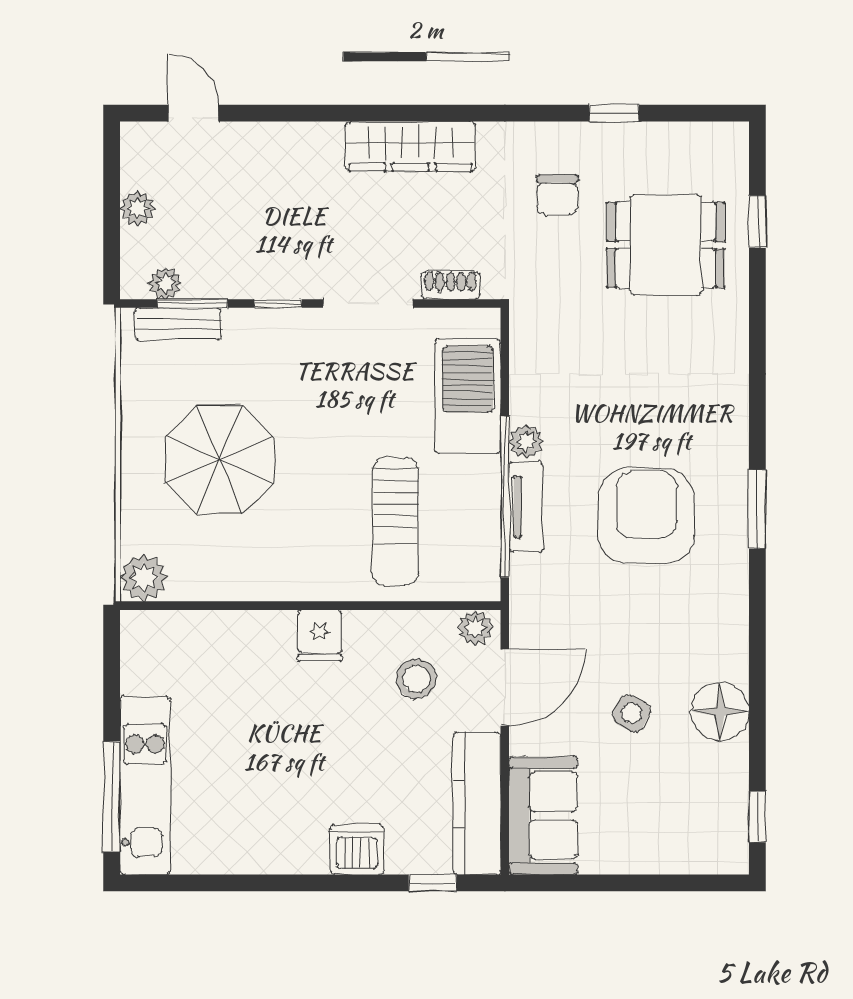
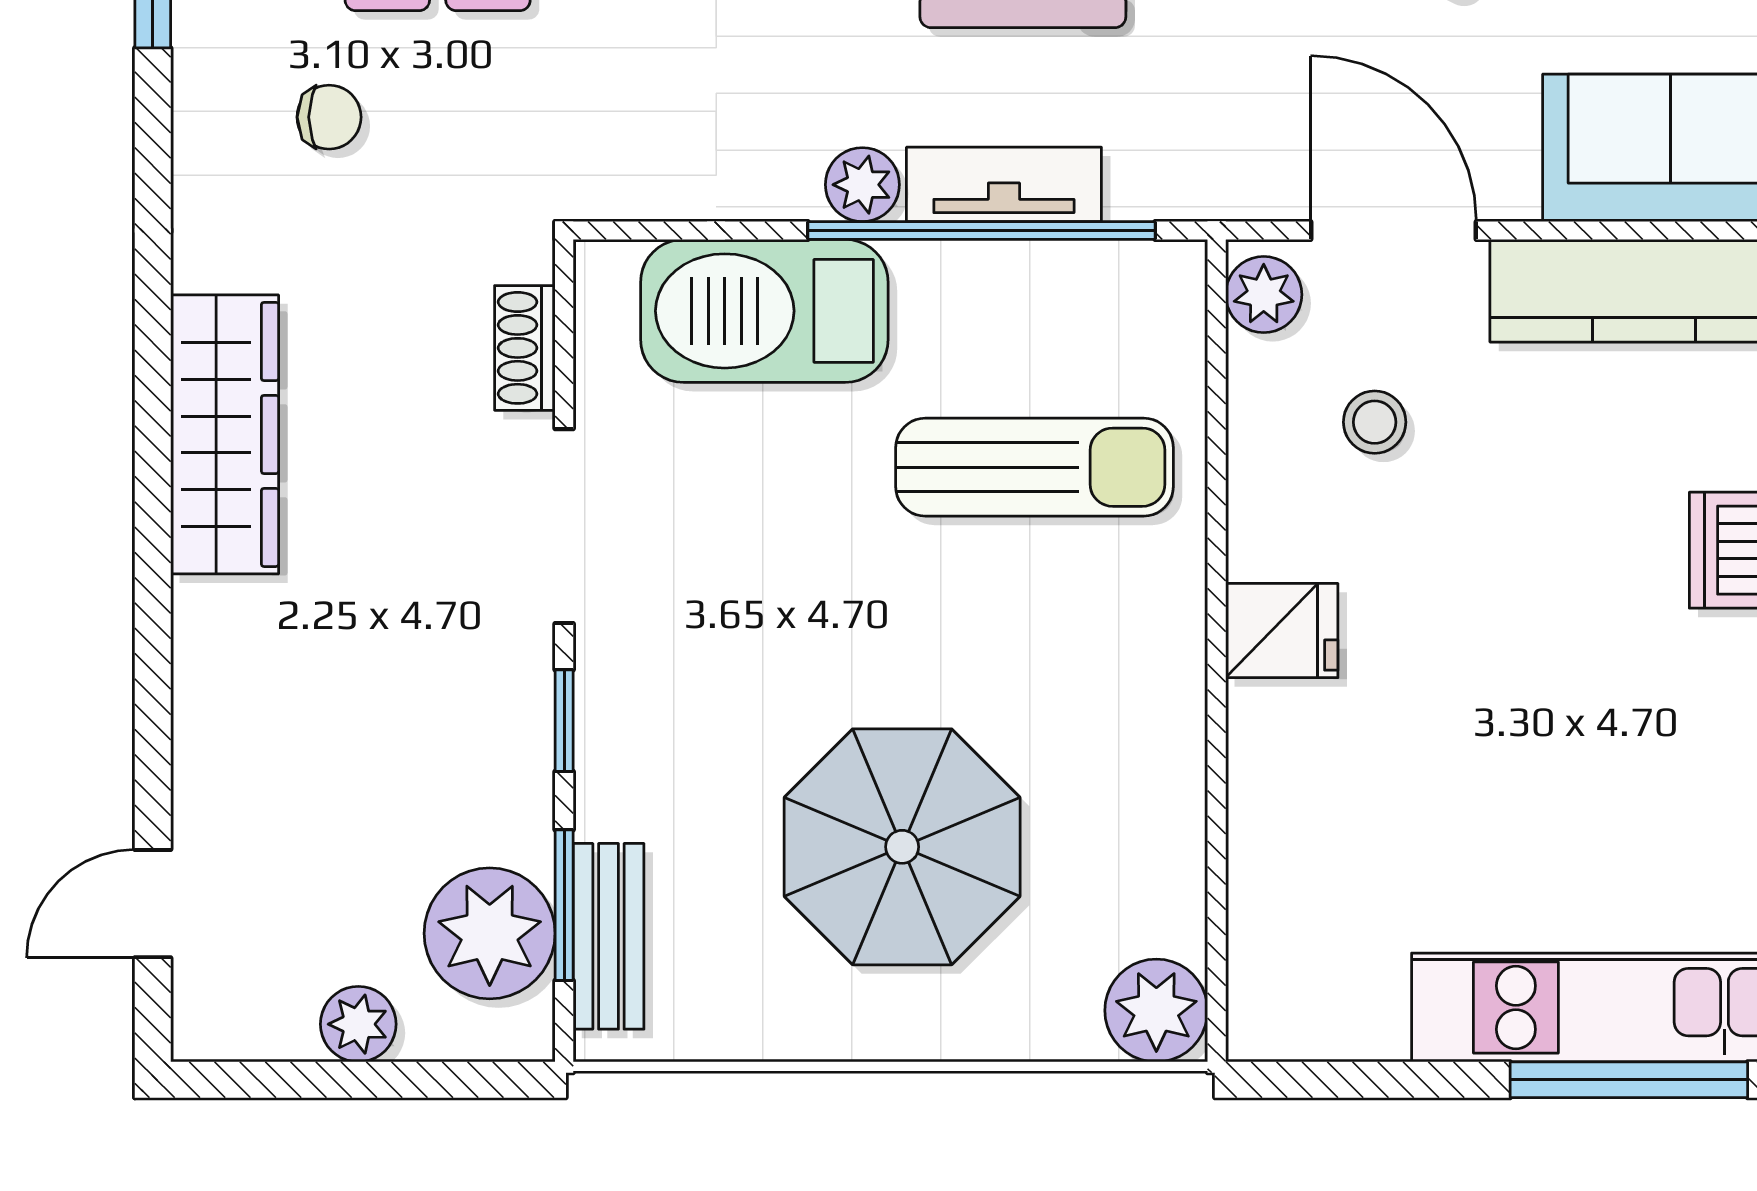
chair: (557, 195) -> (329, 117), width x0.73, depth x0.73
plant: (165, 283) -> (490, 933), width x1.87, depth x1.87
stool: (416, 679) -> (1375, 422), width x0.73, depth x0.73

